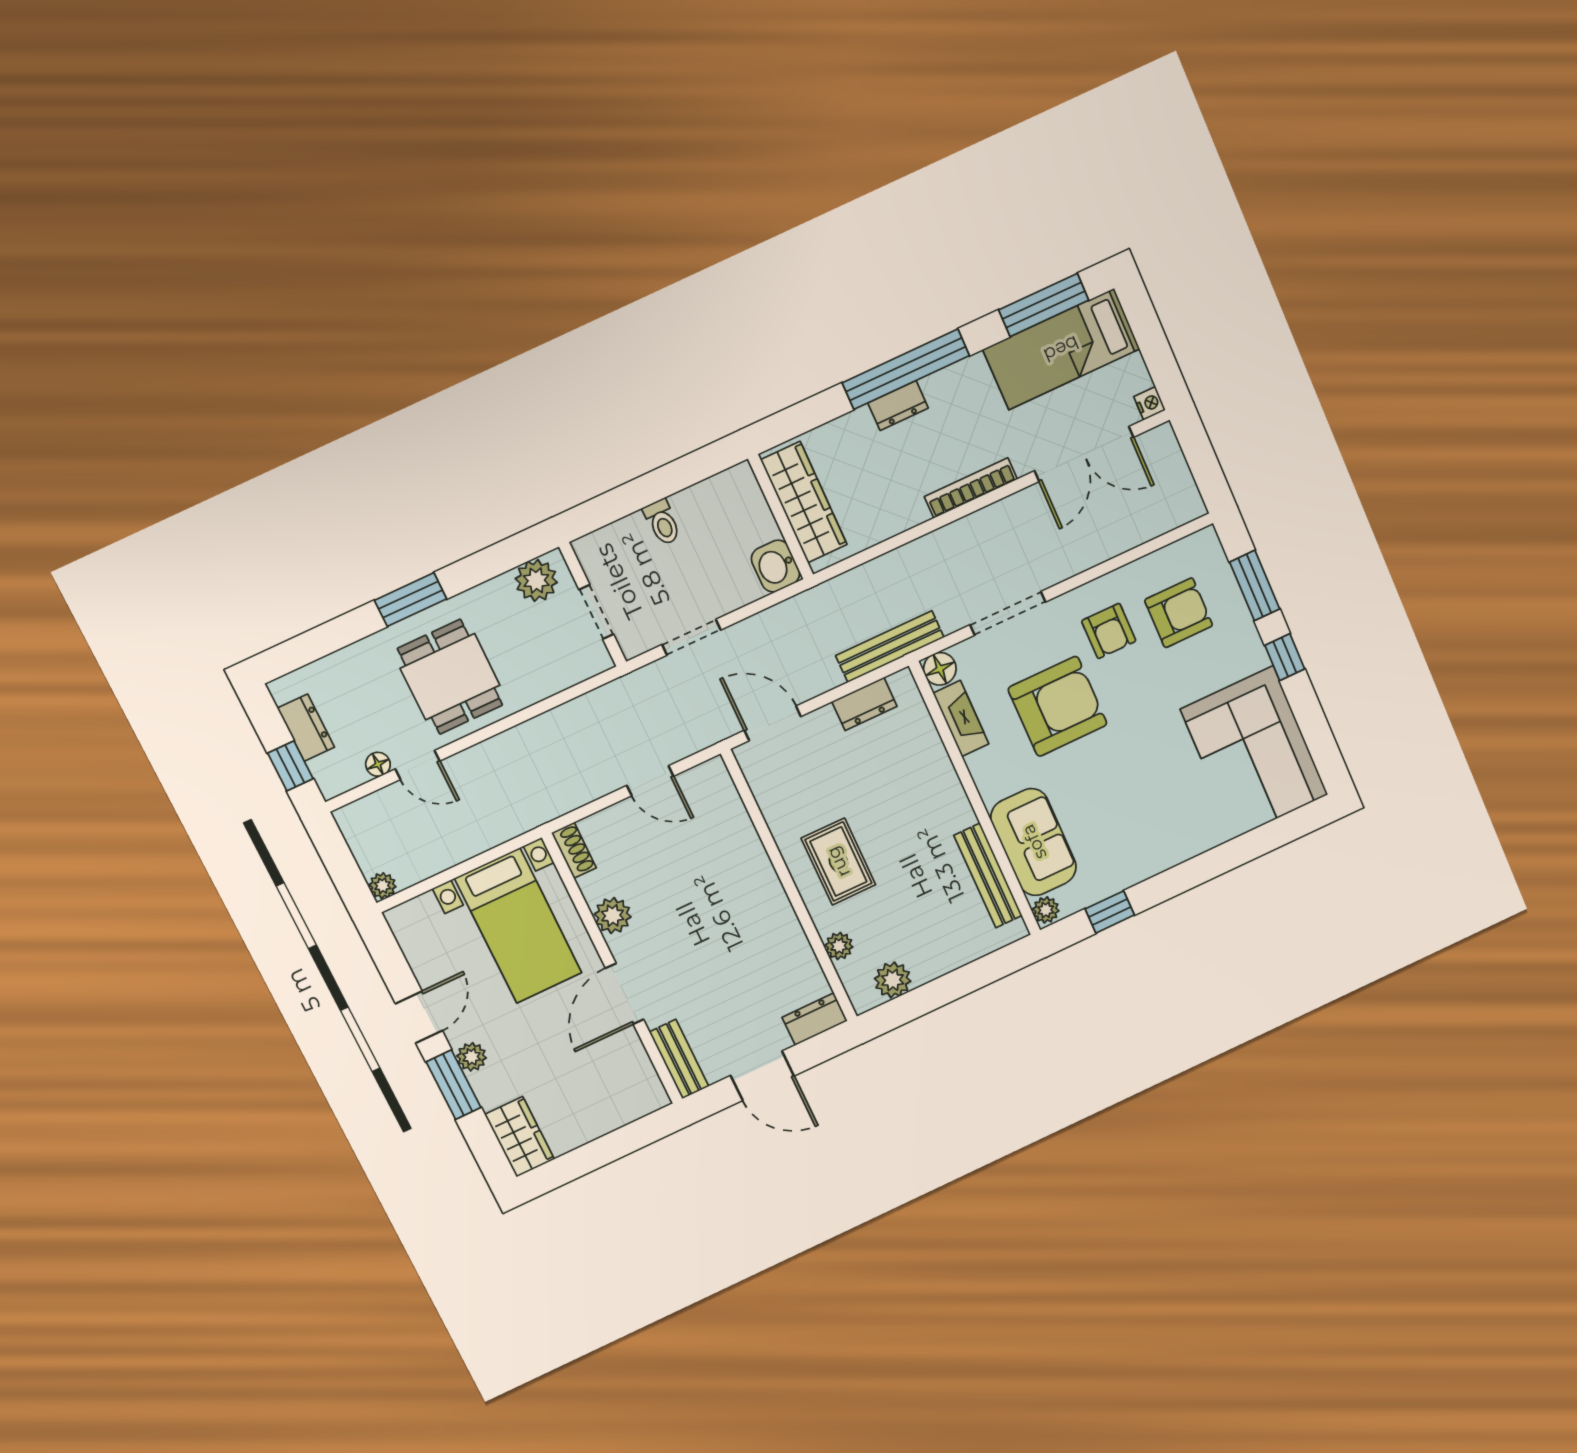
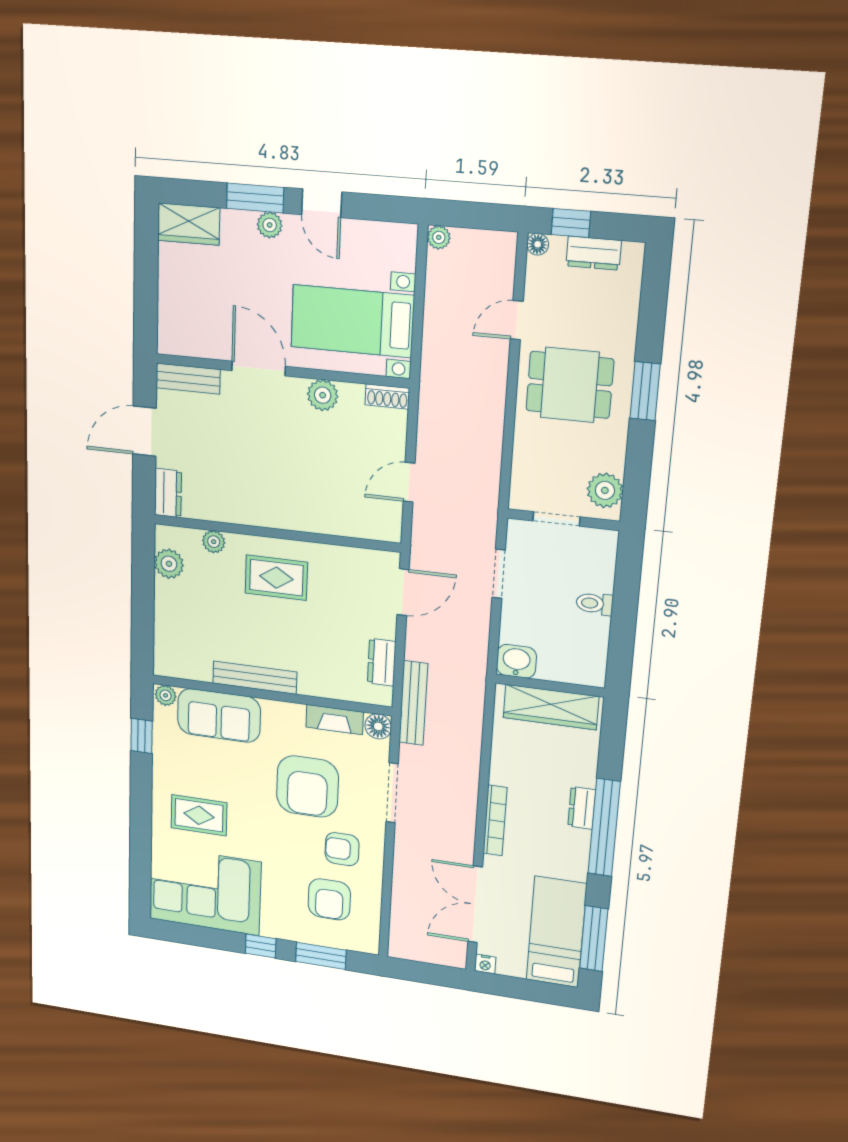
floor lamp: (378, 764) -> (538, 244), moved
rug: (1166, 804) -> (199, 815), added
bench: (988, 876) -> (255, 678), moved

